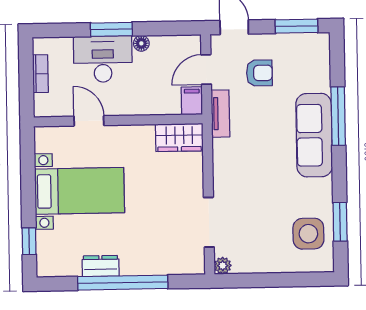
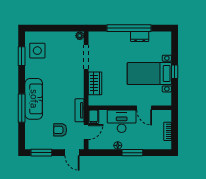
desk: (103, 59) -> (122, 121), moved, turned 180
wardrobe: (179, 137) -> (95, 83), moved, turned 90
window: (29, 241) -> (175, 72), moved

